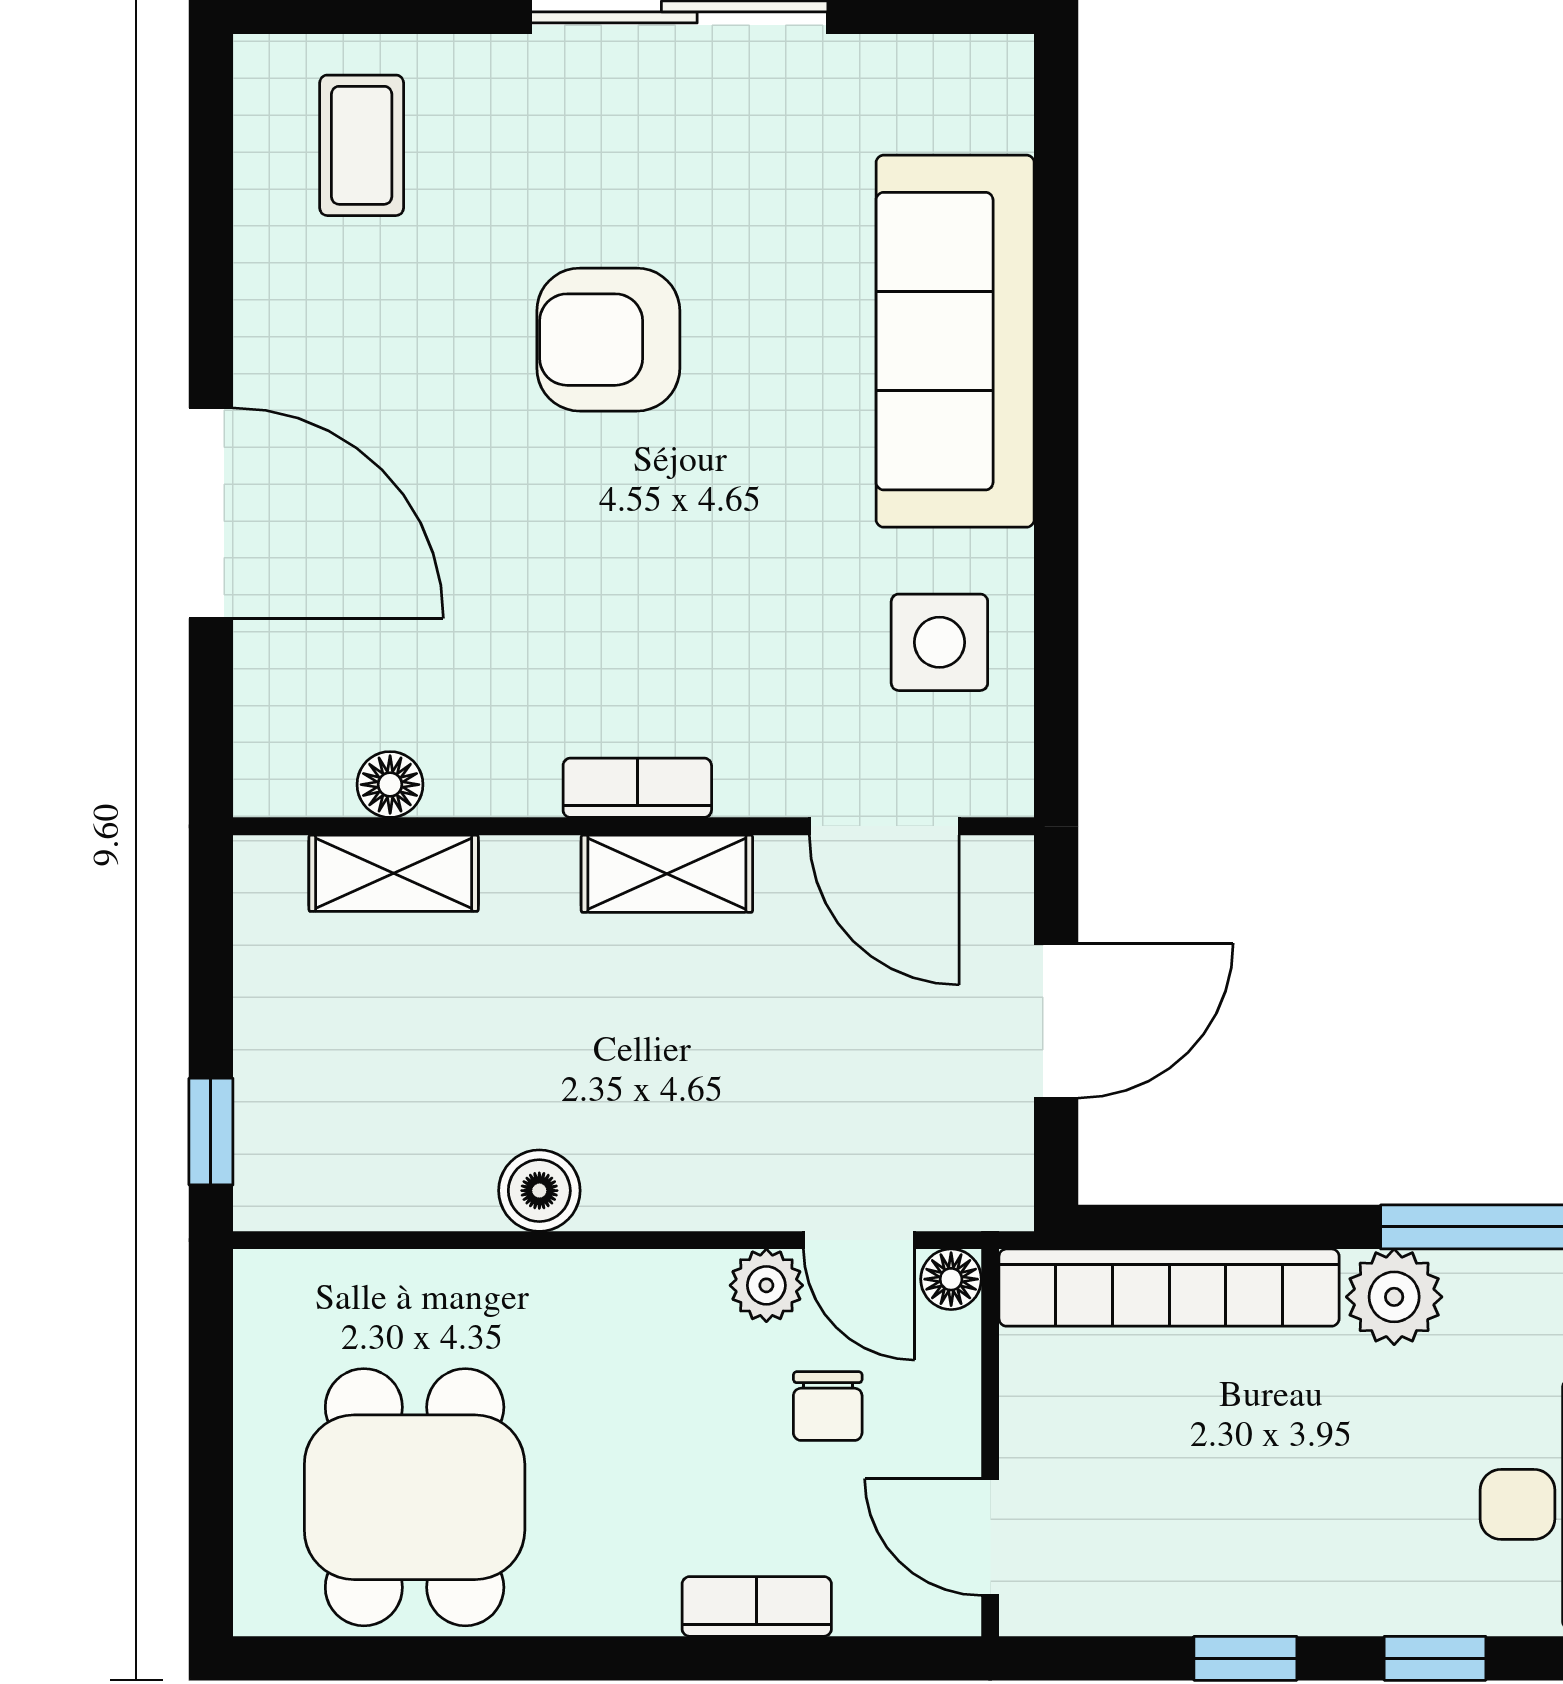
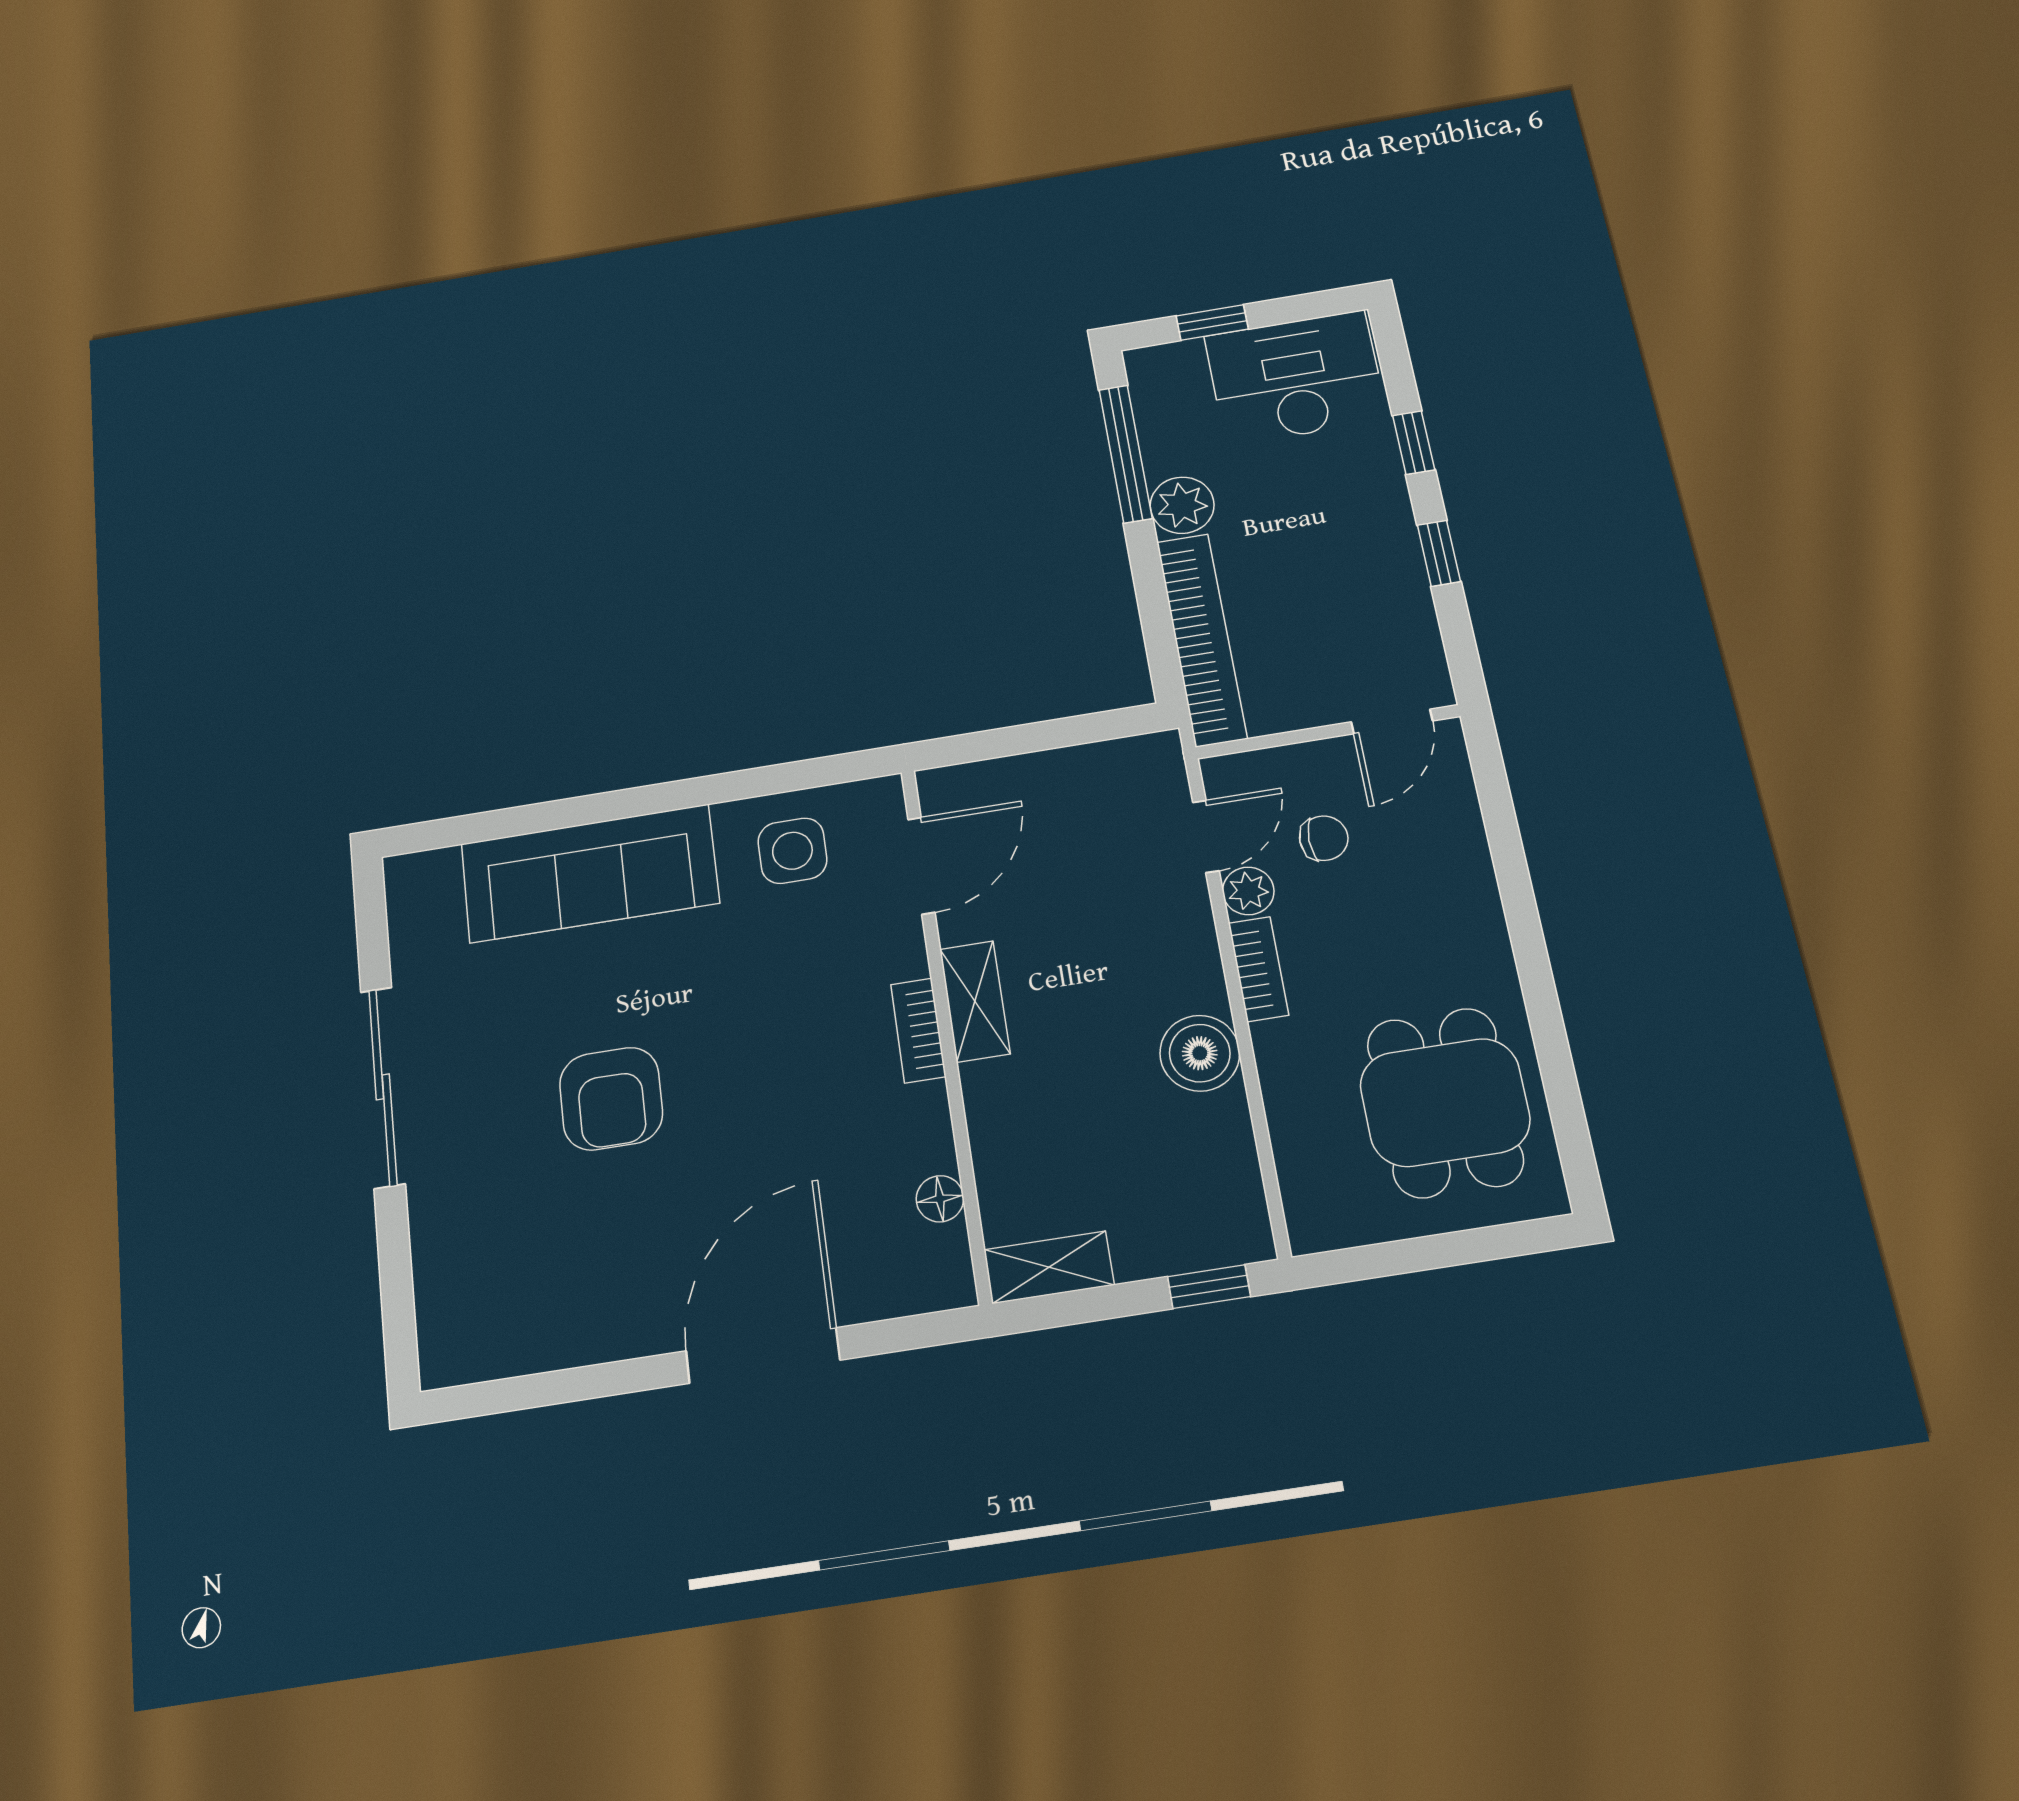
coffee table: (362, 145) -> (491, 1289), removed
shelving: (394, 873) -> (1049, 1267), moved, turned 90
door: (1056, 1021) -> (1035, 737), removed
boiler: (539, 1191) -> (1200, 1053), width x1.36, depth x1.36
floor lamp: (951, 1279) -> (1222, 774), removed
dining table: (415, 1497) -> (1445, 1102), turned 90
bookcase: (757, 1606) -> (1258, 969), moved, turned 180

